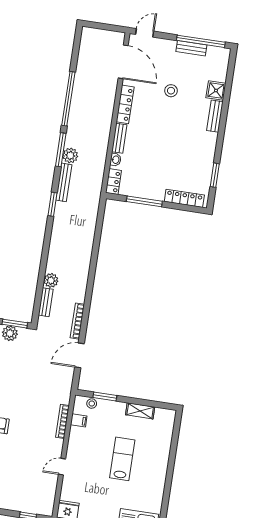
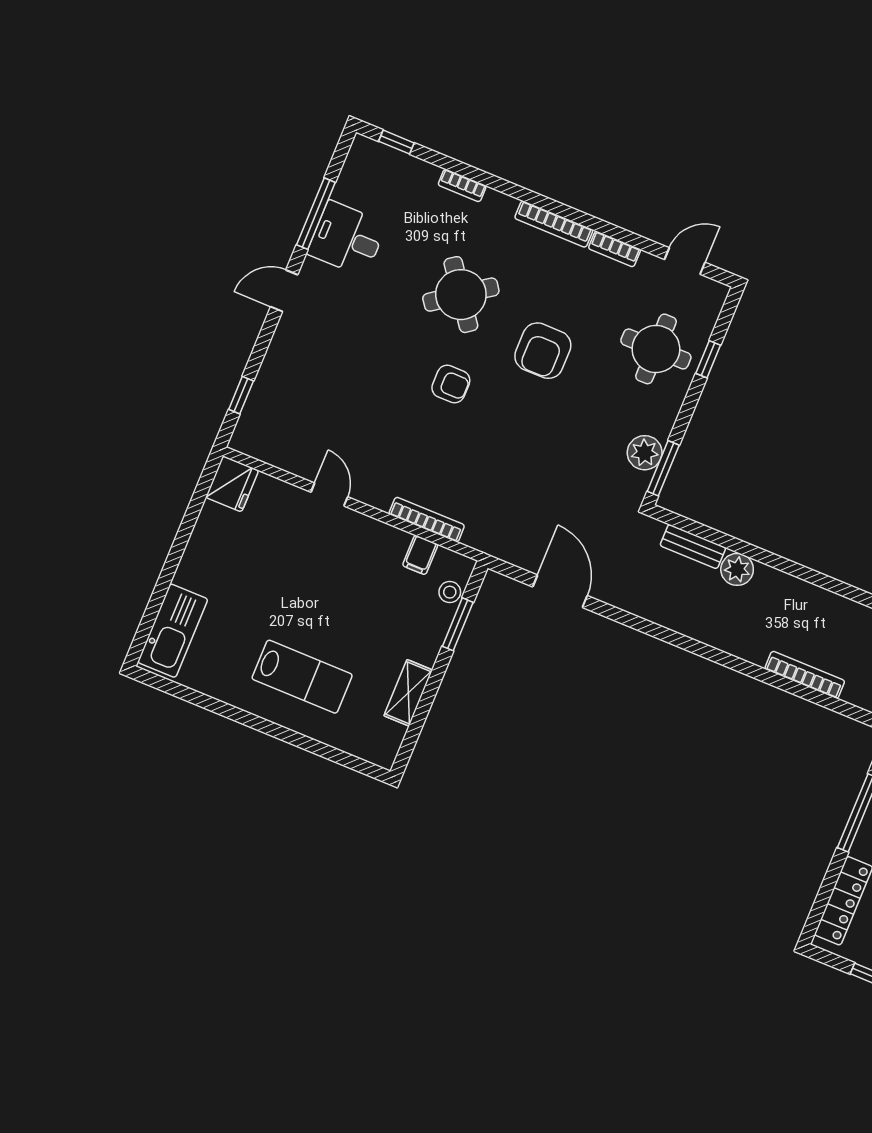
bookcase: (77, 321) -> (805, 675), moved
lab bench: (122, 459) -> (302, 677), moved

